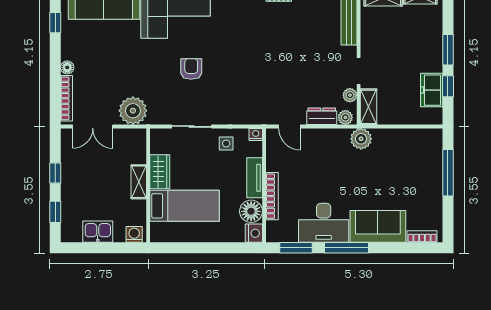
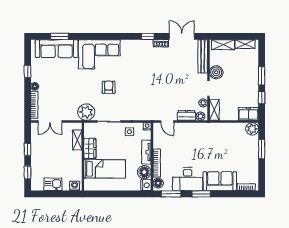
window: (55, 23) -> (28, 71), moved
boiler: (372, 44) -> (216, 72), added
freezer: (432, 90) -> (248, 114), moved, turned 90
plant: (133, 111) -> (86, 112), moved
plant: (361, 139) -> (252, 129), moved
window: (448, 173) -> (262, 149), width x0.69
shelving: (139, 182) -> (77, 140), moved
floor lamp: (274, 230) -> (158, 183), added
window: (346, 248) -> (201, 194), width x0.69

